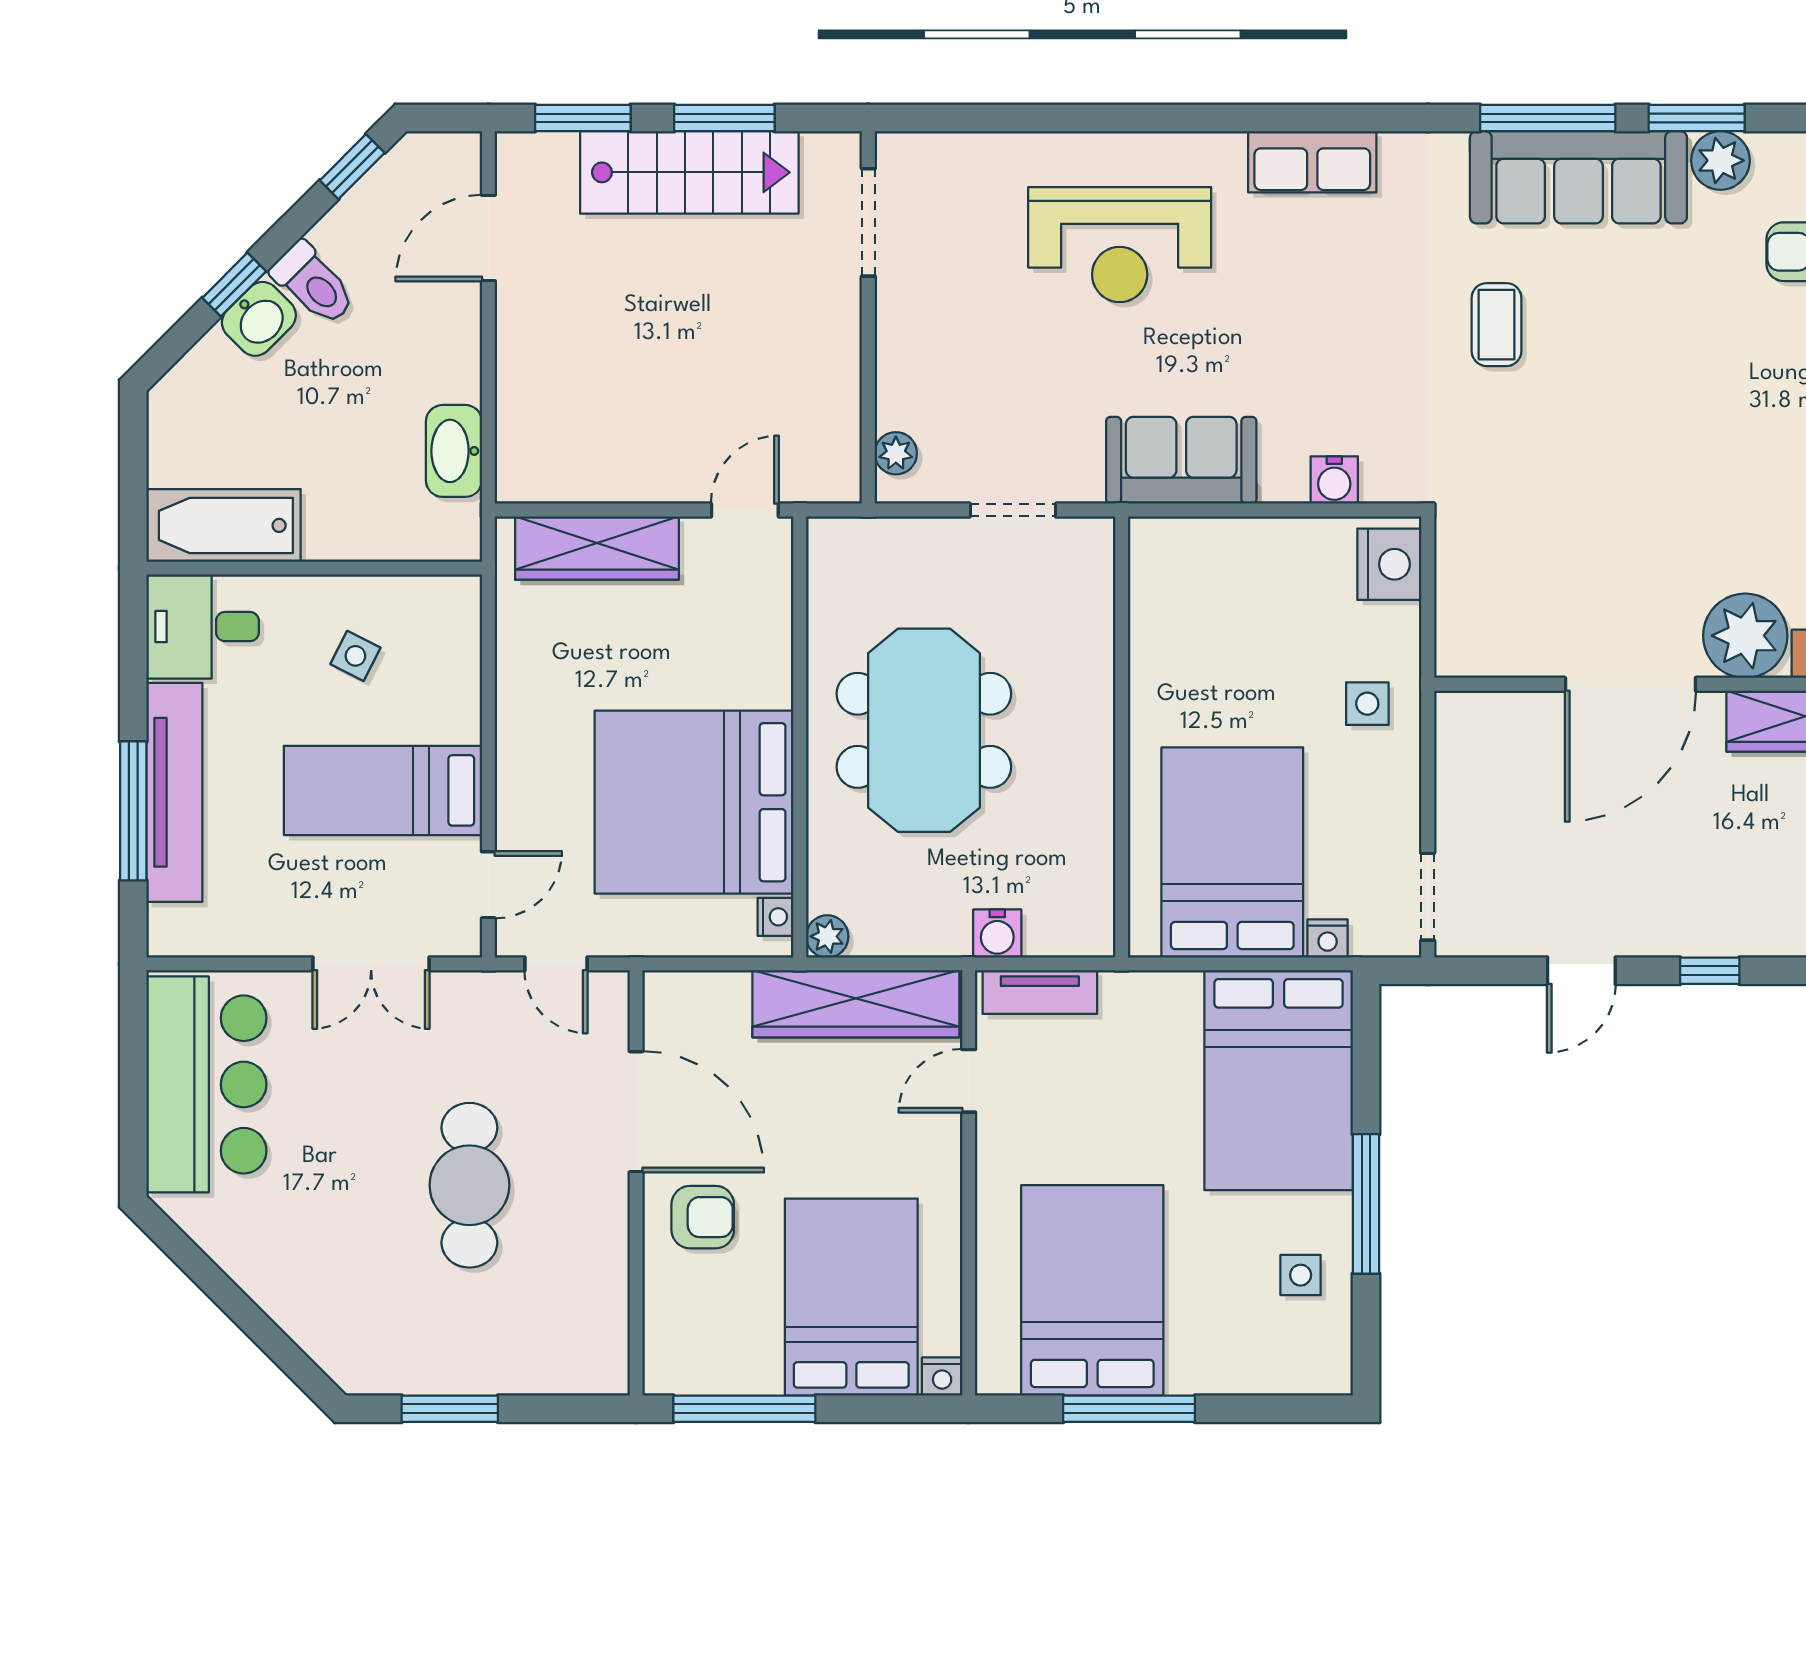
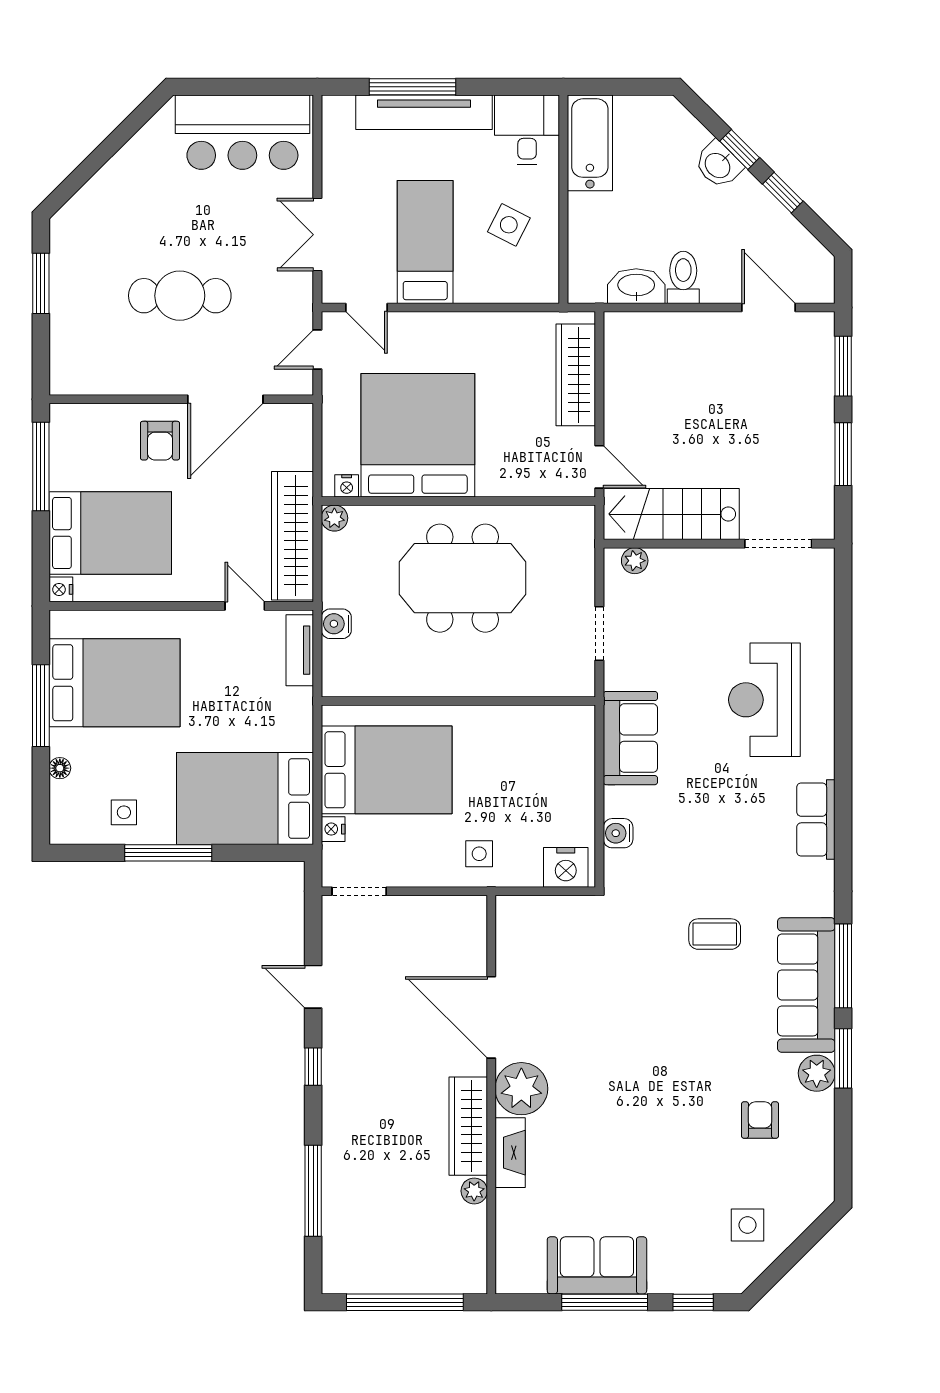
window: (352, 167) -> (783, 193), moved
stairs: (689, 172) -> (671, 514), moved, turned 90
toilet: (313, 284) -> (683, 277), moved, turned 135
side table: (355, 656) -> (509, 225), width x1.37, depth x1.37
floor lamp: (1230, 1378) -> (60, 768), added

